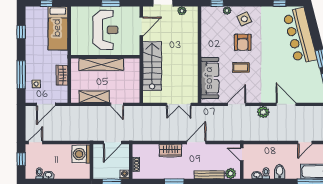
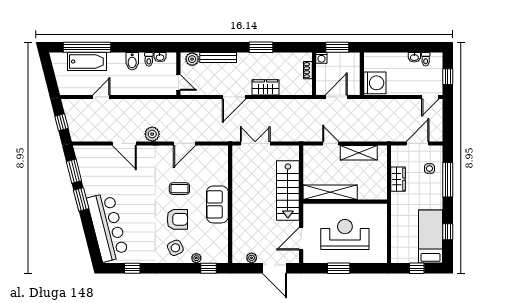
bed: (58, 28) -> (430, 236), moved
reception desk: (105, 30) -> (345, 234), turned 90
armchair: (243, 42) -> (177, 219), turned 90
shelving: (101, 64) -> (330, 192), moved
sofa: (210, 78) -> (217, 204), moved, width x0.73

